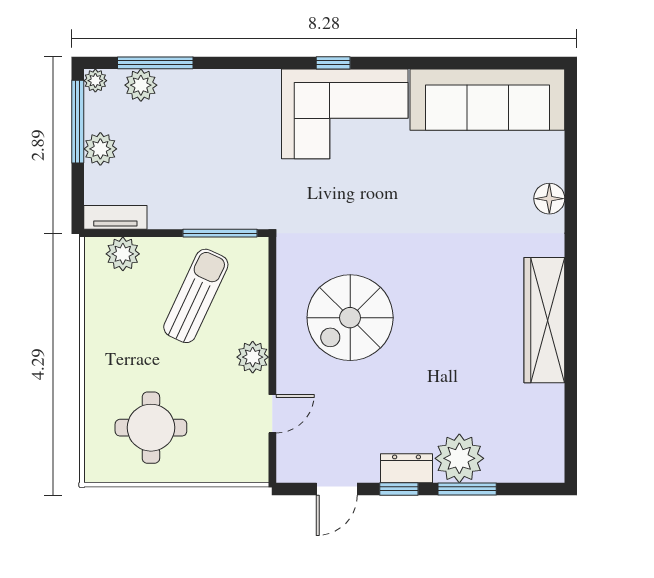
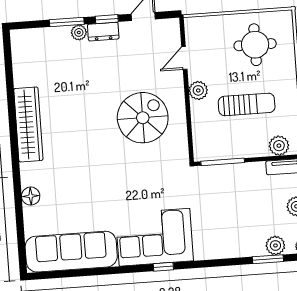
window: (155, 63) -> (268, 259), width x0.69
sun lounger: (196, 296) -> (247, 104), moved, turned -115
plant: (459, 458) -> (79, 32), width x0.53, depth x0.53

